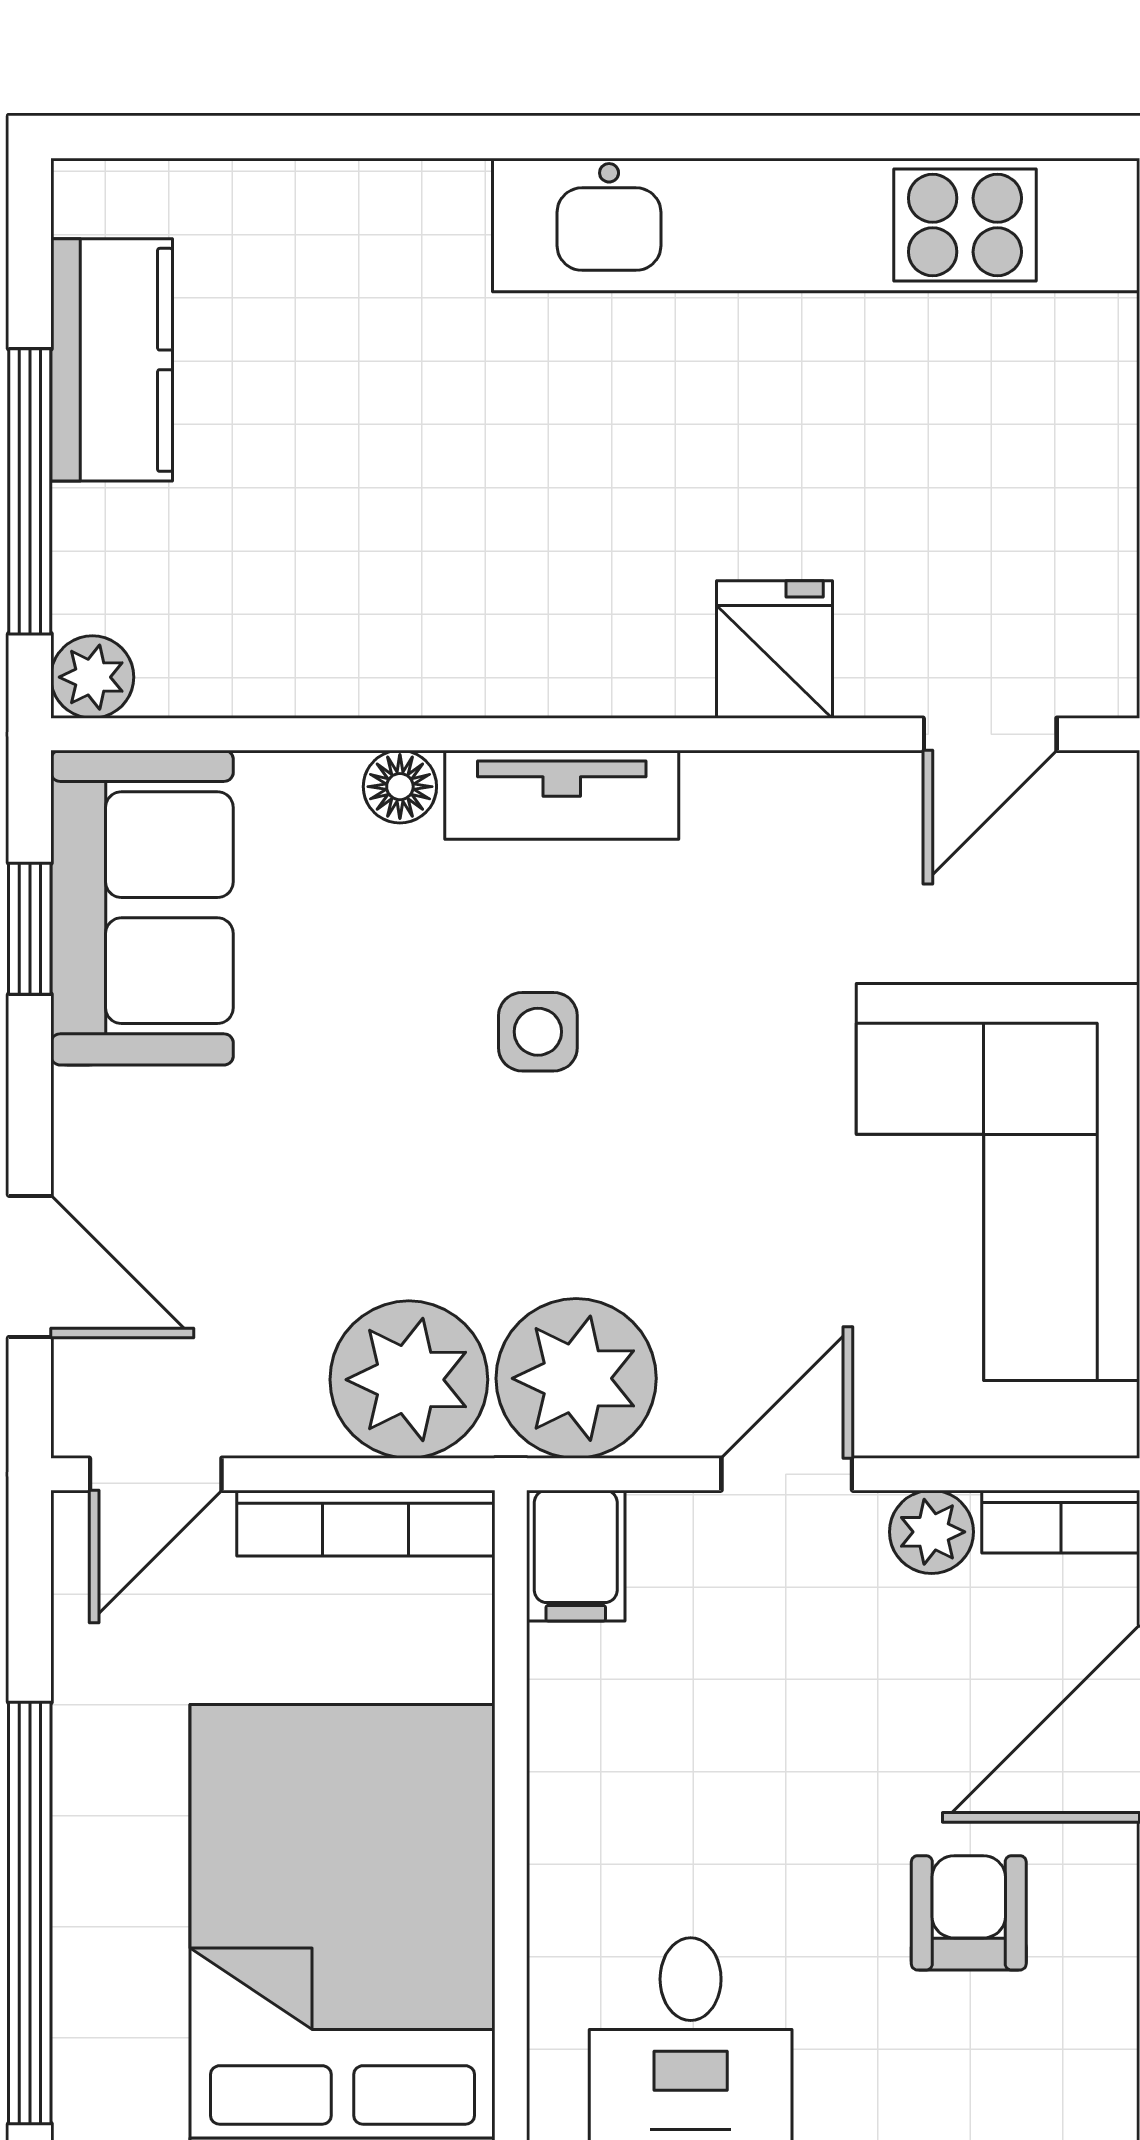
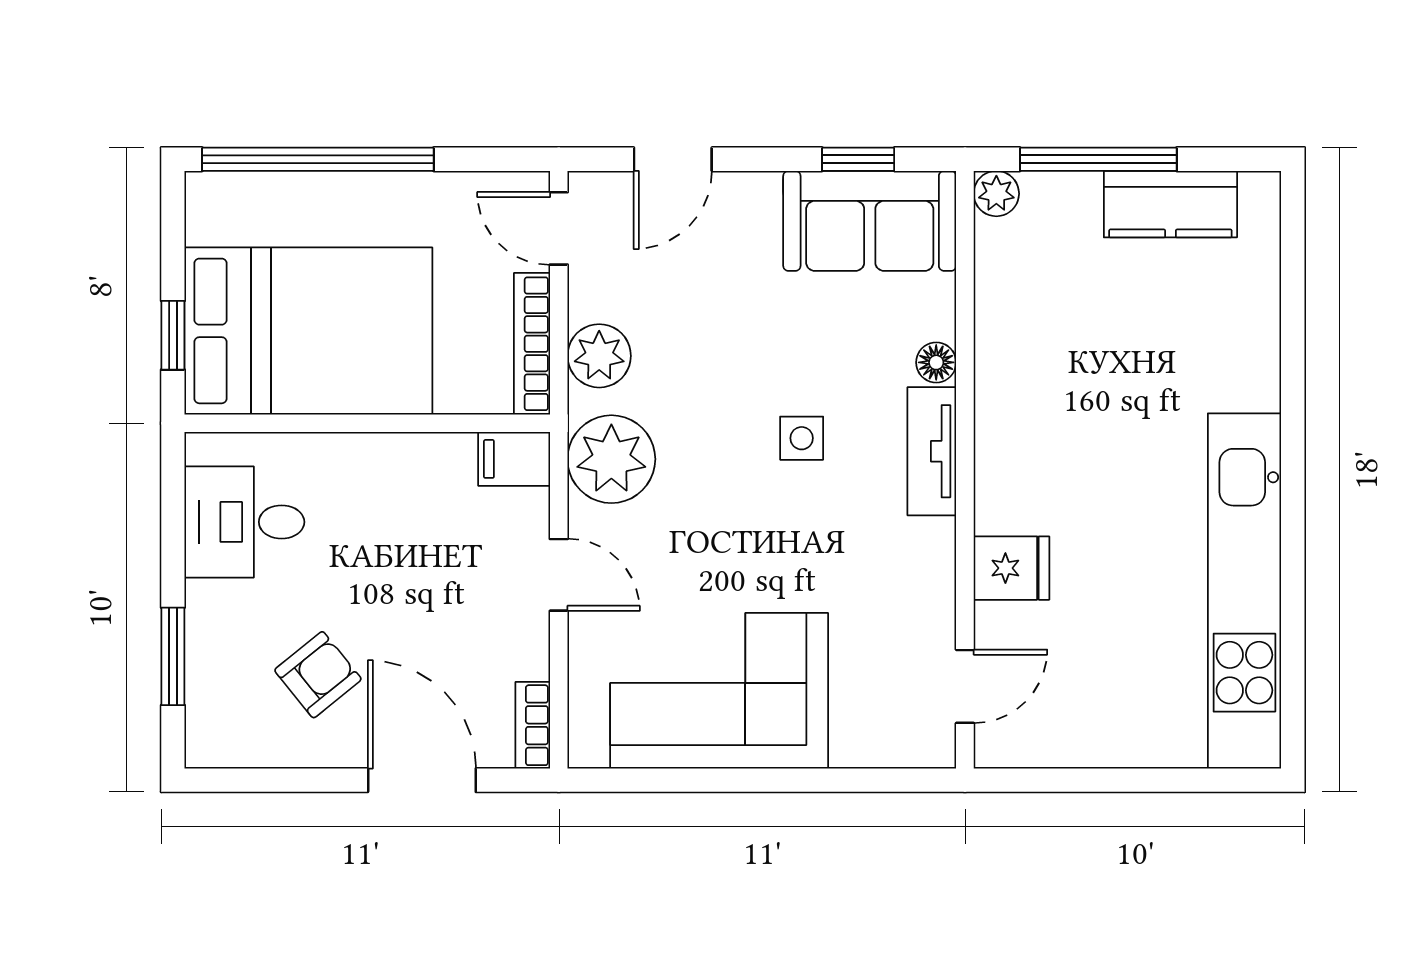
door: (990, 734) -> (965, 686), swing flipped
plant: (409, 1380) -> (599, 356), width x0.73, depth x0.73
plant: (932, 1532) -> (527, 654), removed
armchair: (969, 1913) -> (318, 675), turned -39

